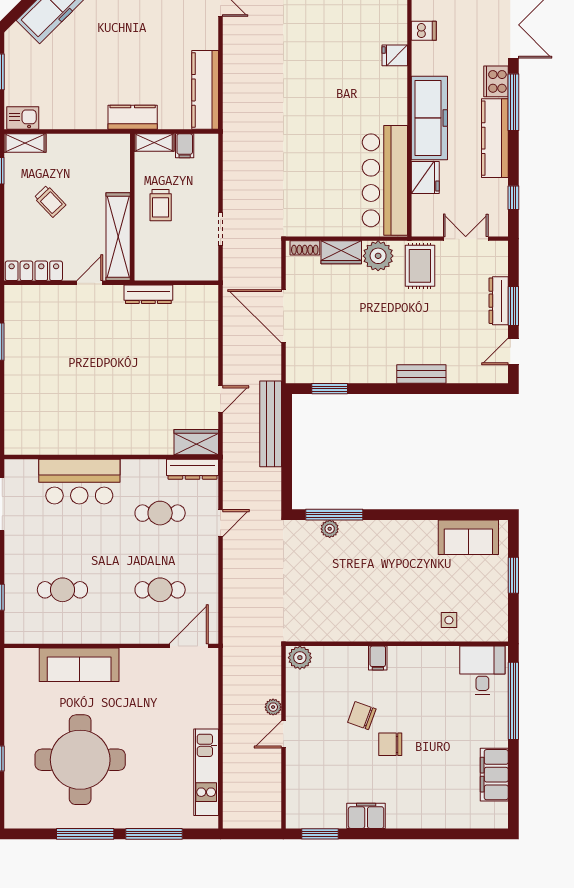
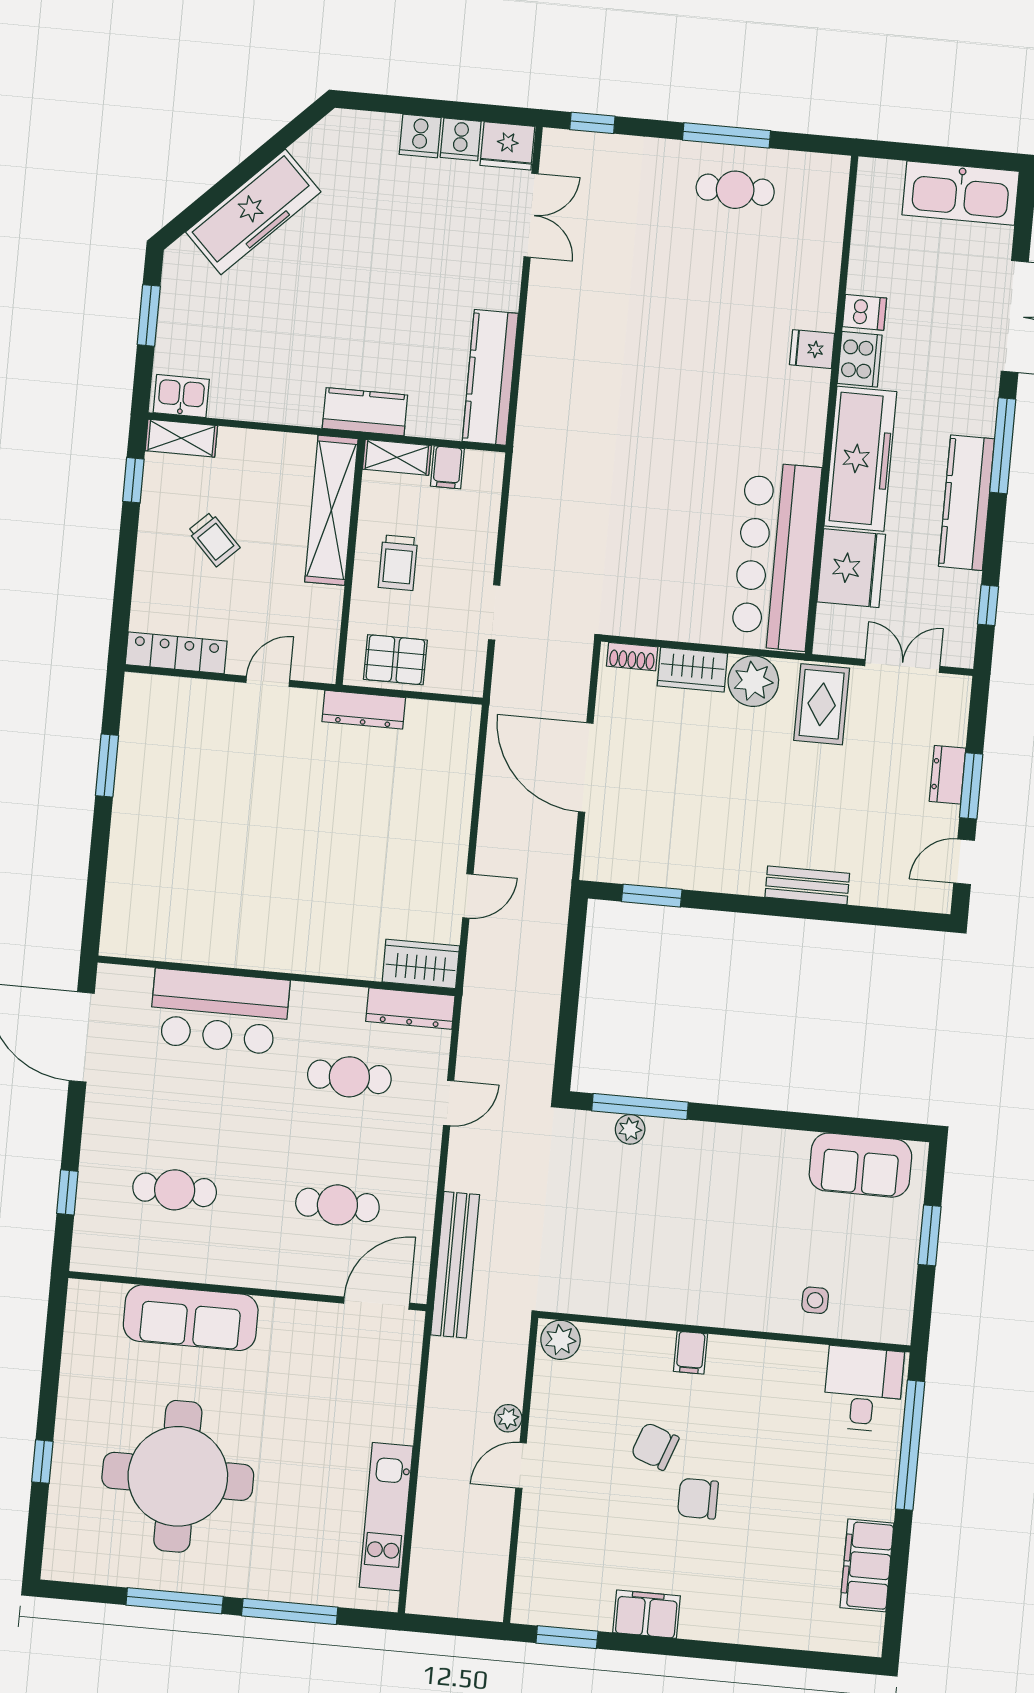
cooker: (496, 81) -> (860, 359), moved, turned 180
fridge: (425, 178) -> (851, 568), width x1.36, depth x1.34
shelving: (118, 237) -> (331, 510), moved
pallet: (164, 263) -> (395, 660), added
dresser: (499, 301) -> (948, 775), width x0.70
bench: (271, 424) -> (455, 1265), moved

